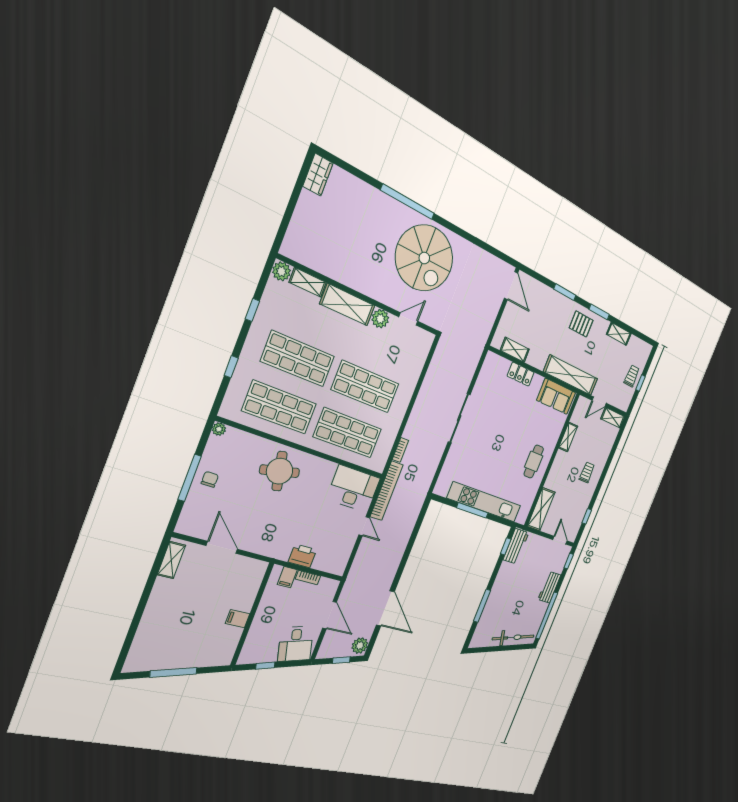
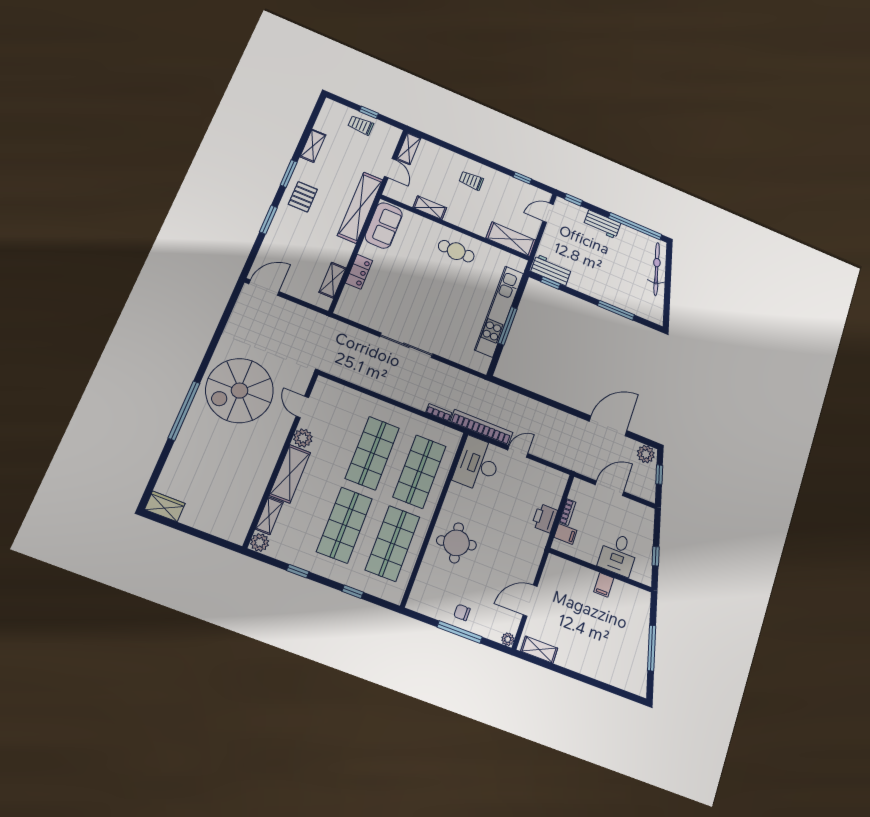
spiral stairs: (424, 258) -> (240, 391), turned 180
plant: (219, 429) -> (508, 639), moved
desk: (296, 644) -> (618, 554), moved, turned 105

